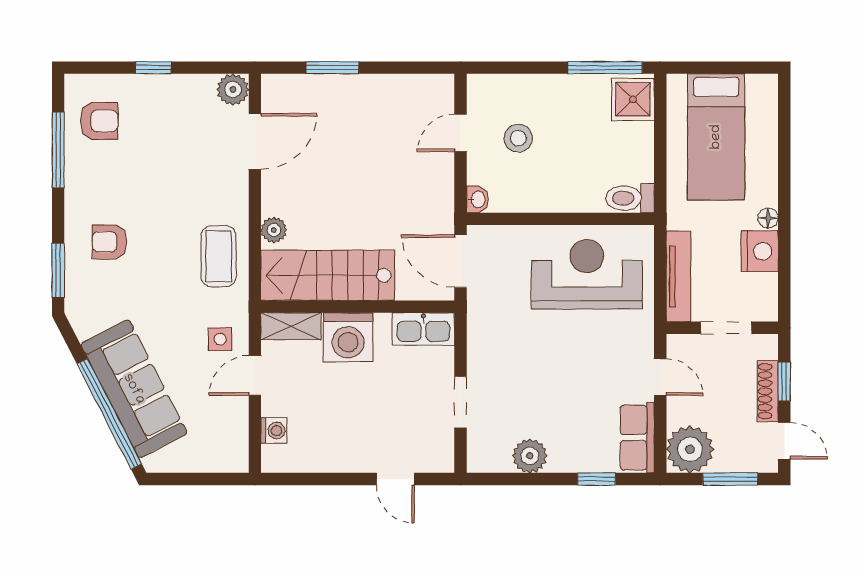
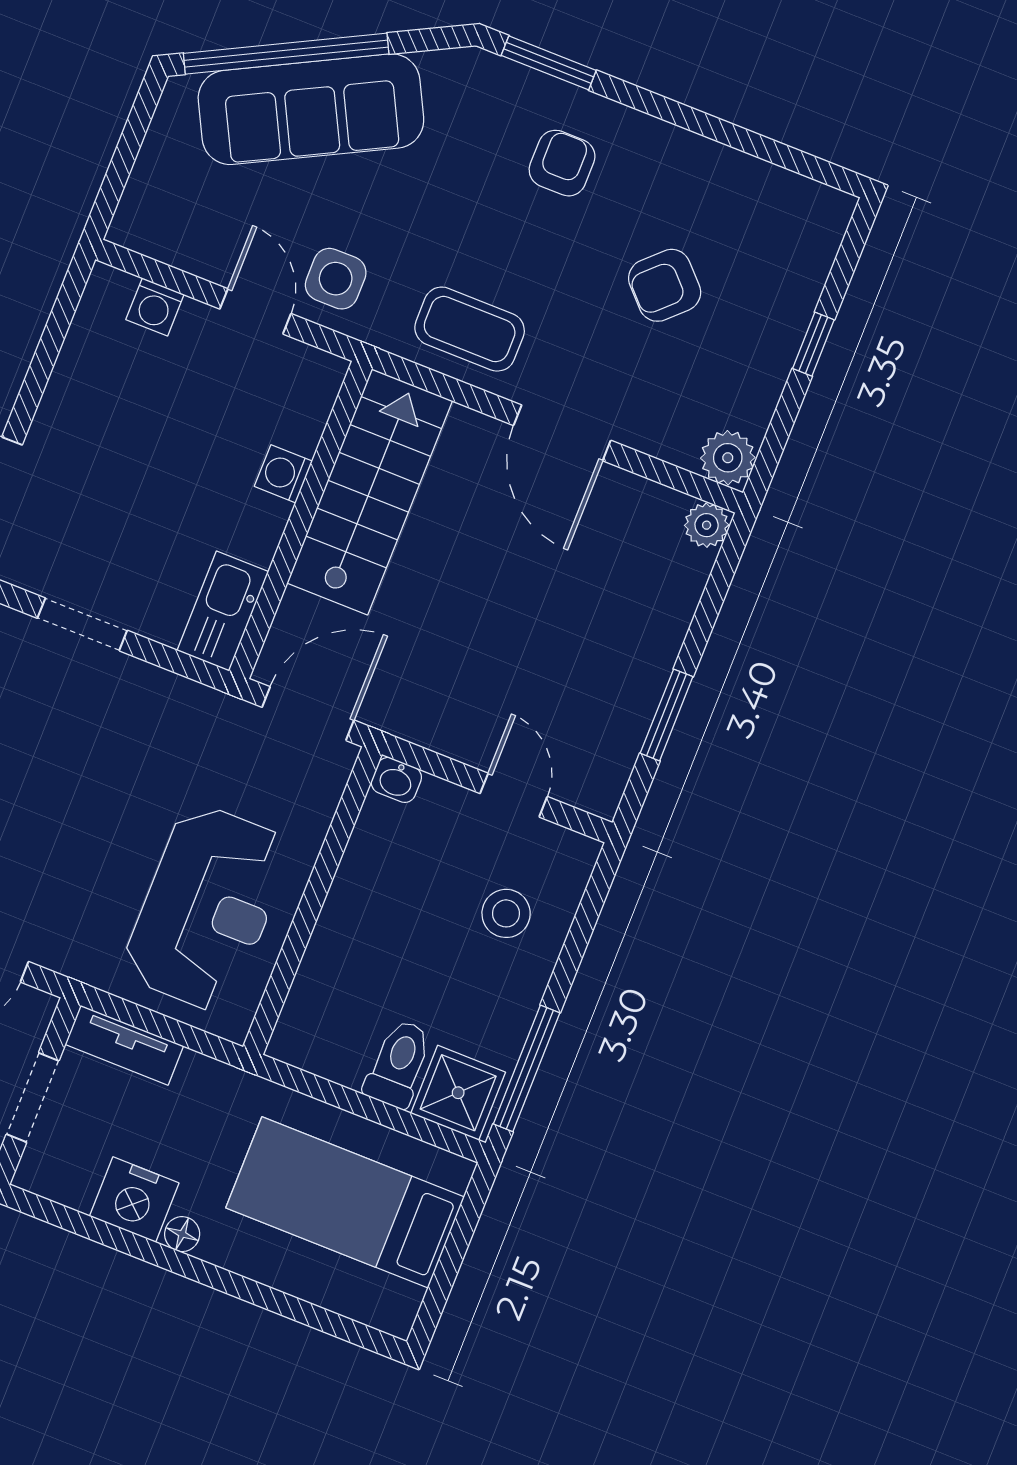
window: (332, 68) -> (667, 715), moved
armchair: (99, 121) -> (665, 285), moved, turned 46
stool: (518, 138) -> (506, 913), moved
door: (255, 141) -> (562, 433), moved
window: (58, 150) -> (742, 139), removed
toilet: (630, 198) -> (398, 1064), moved
plant: (274, 230) -> (707, 525), moved
tv unit: (679, 276) -> (124, 1045), width x0.71
shelving: (291, 326) -> (312, 401), removed
washing machine: (348, 337) -> (283, 474), width x0.53, depth x0.53
side table: (220, 339) -> (336, 279), width x1.37, depth x1.37

